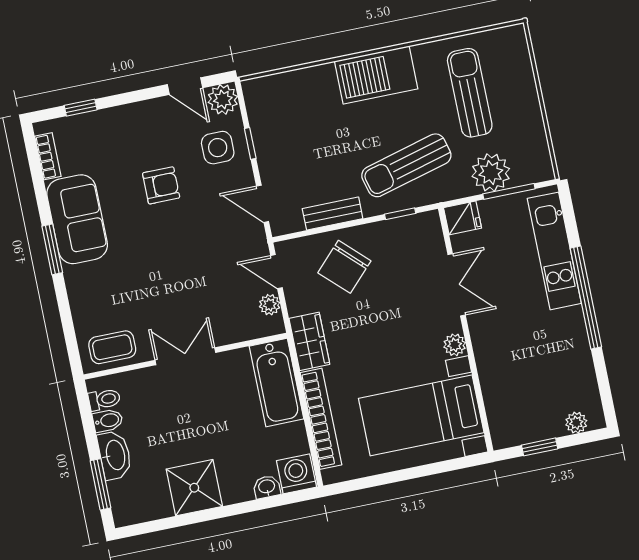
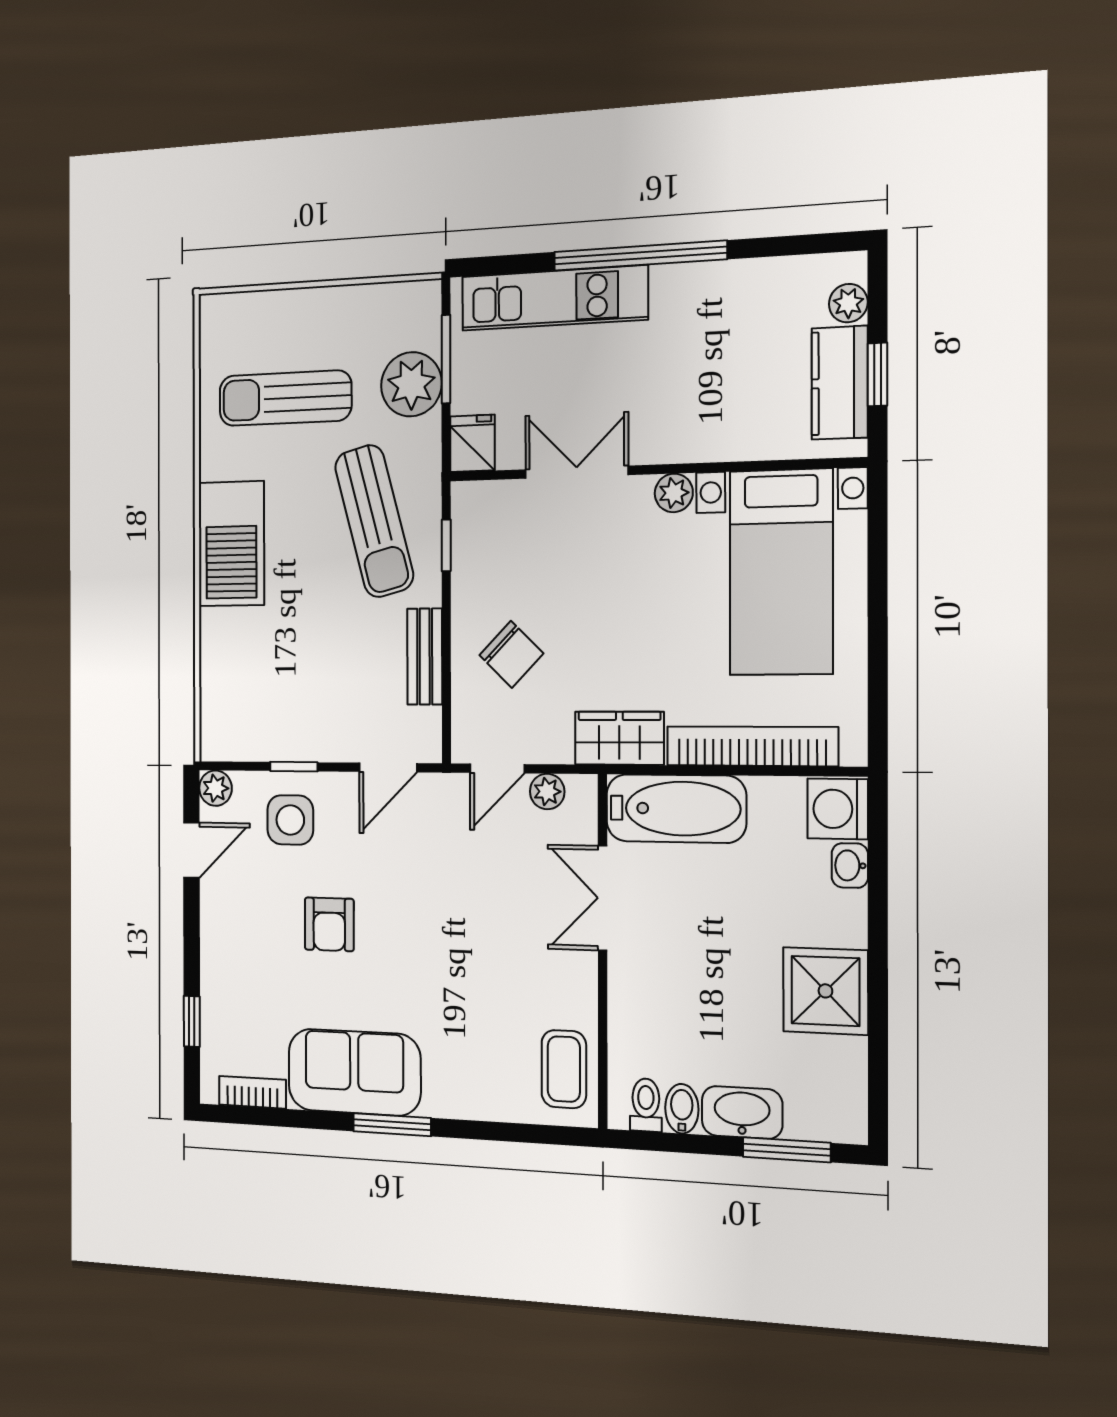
plant: (223, 99) -> (216, 788), width x0.73, depth x0.73
armchair: (161, 185) -> (329, 924), turned 180
chair: (344, 267) -> (511, 654), width x0.73, depth x0.73
double door: (185, 356) -> (603, 898), moved
kitchen counter: (532, 427) -> (840, 383), added

